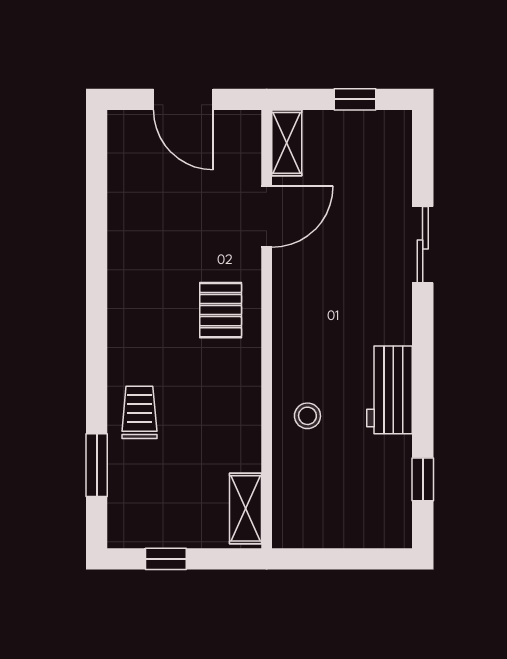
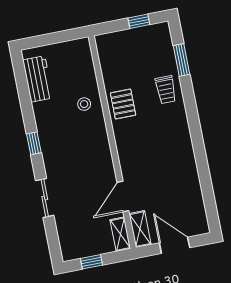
pallet: (221, 310) -> (123, 104), moved
workbench: (390, 390) -> (38, 79), moved
window: (423, 479) -> (34, 143), moved
shelving: (246, 508) -> (140, 229), moved

